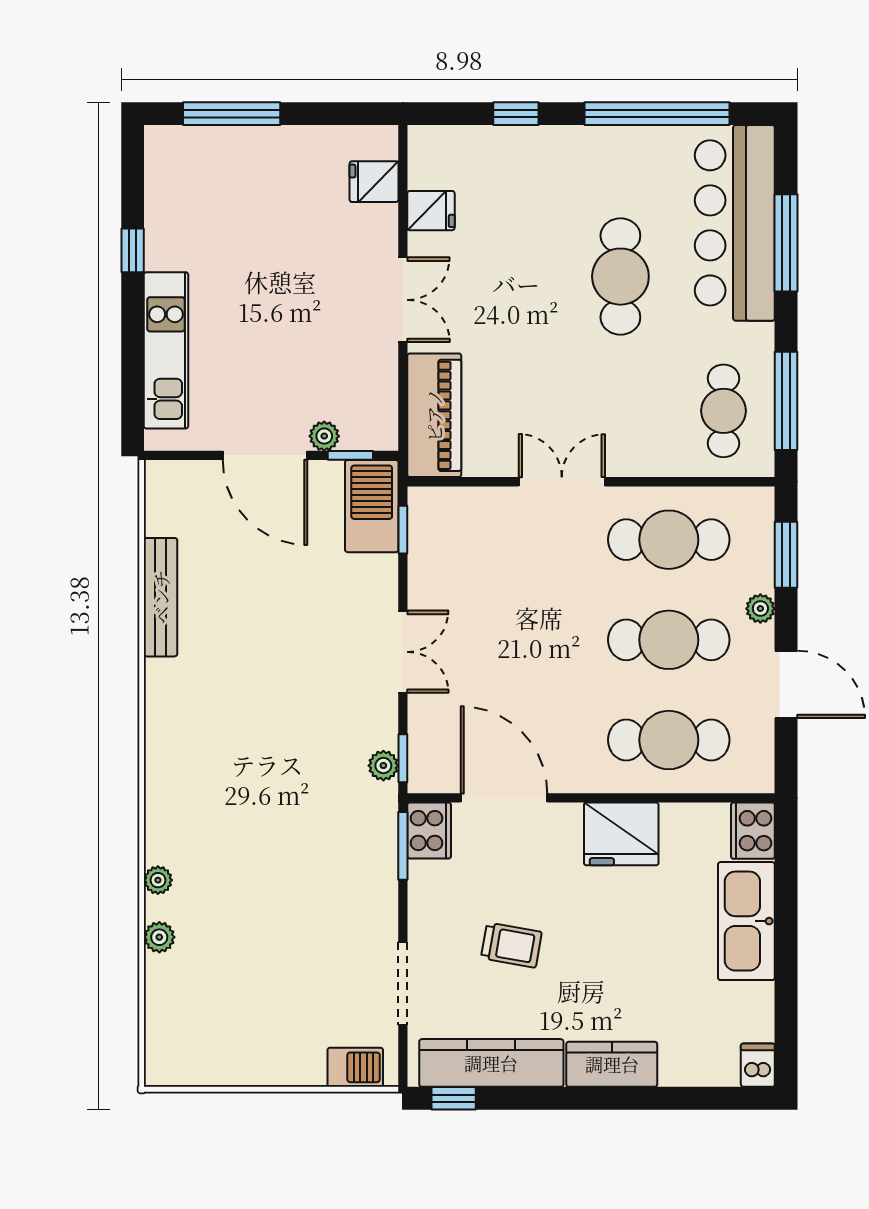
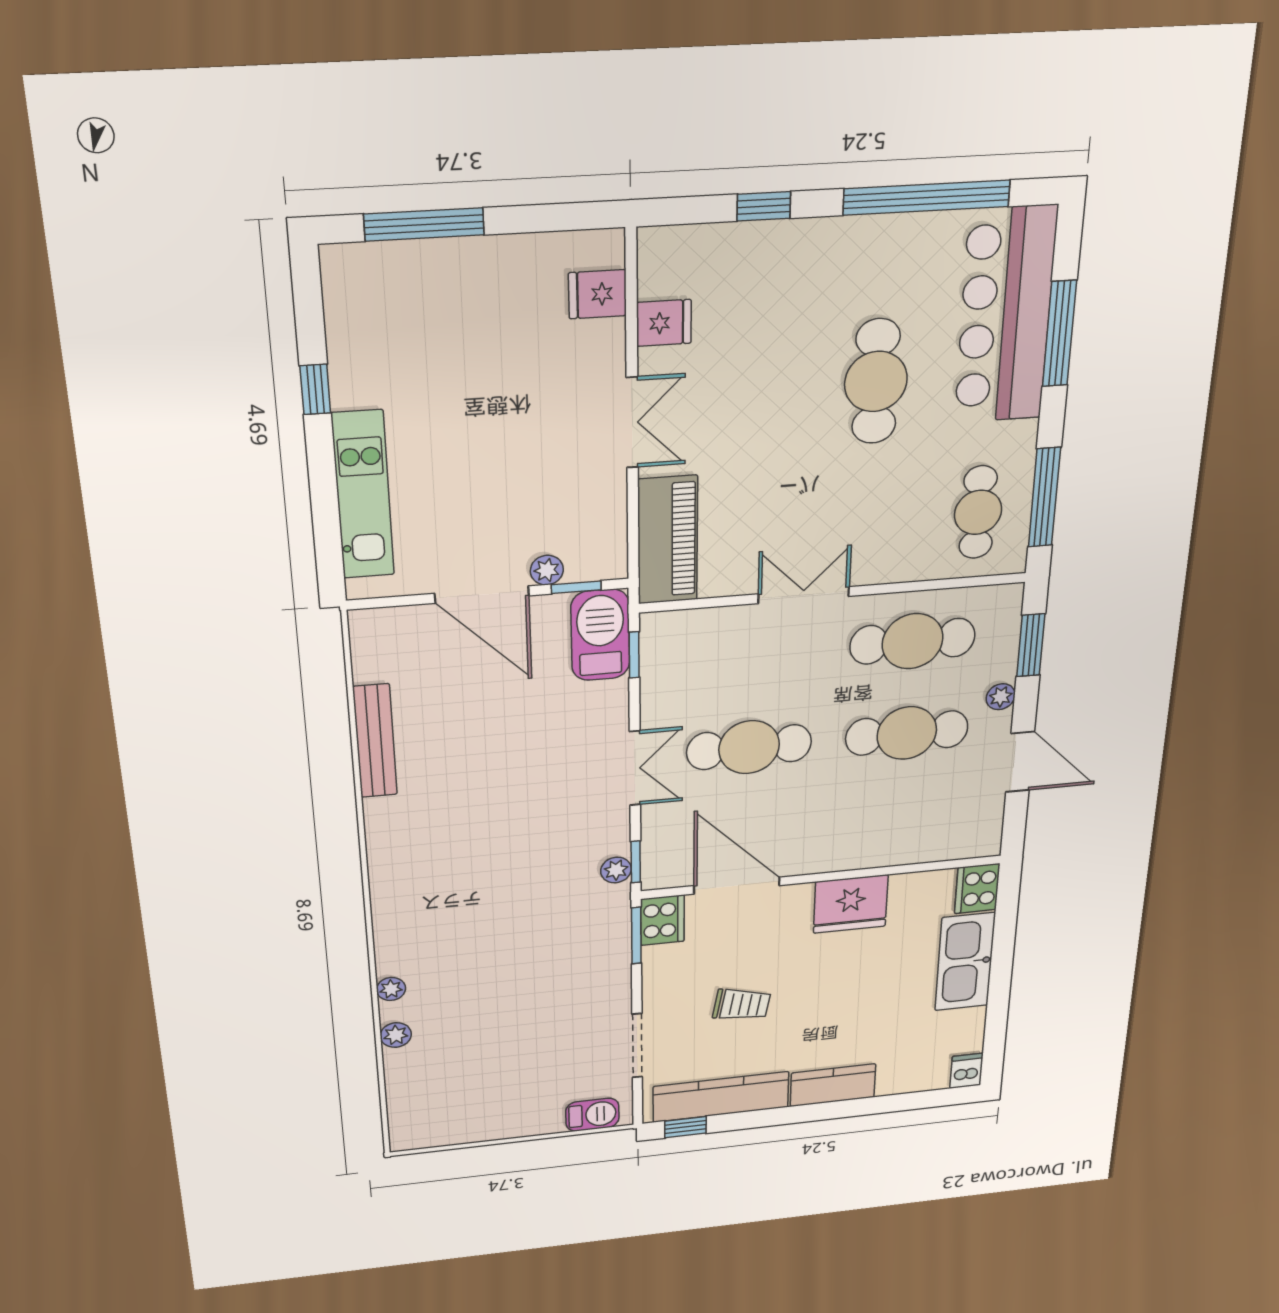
cafe table: (669, 740) -> (749, 747), moved

